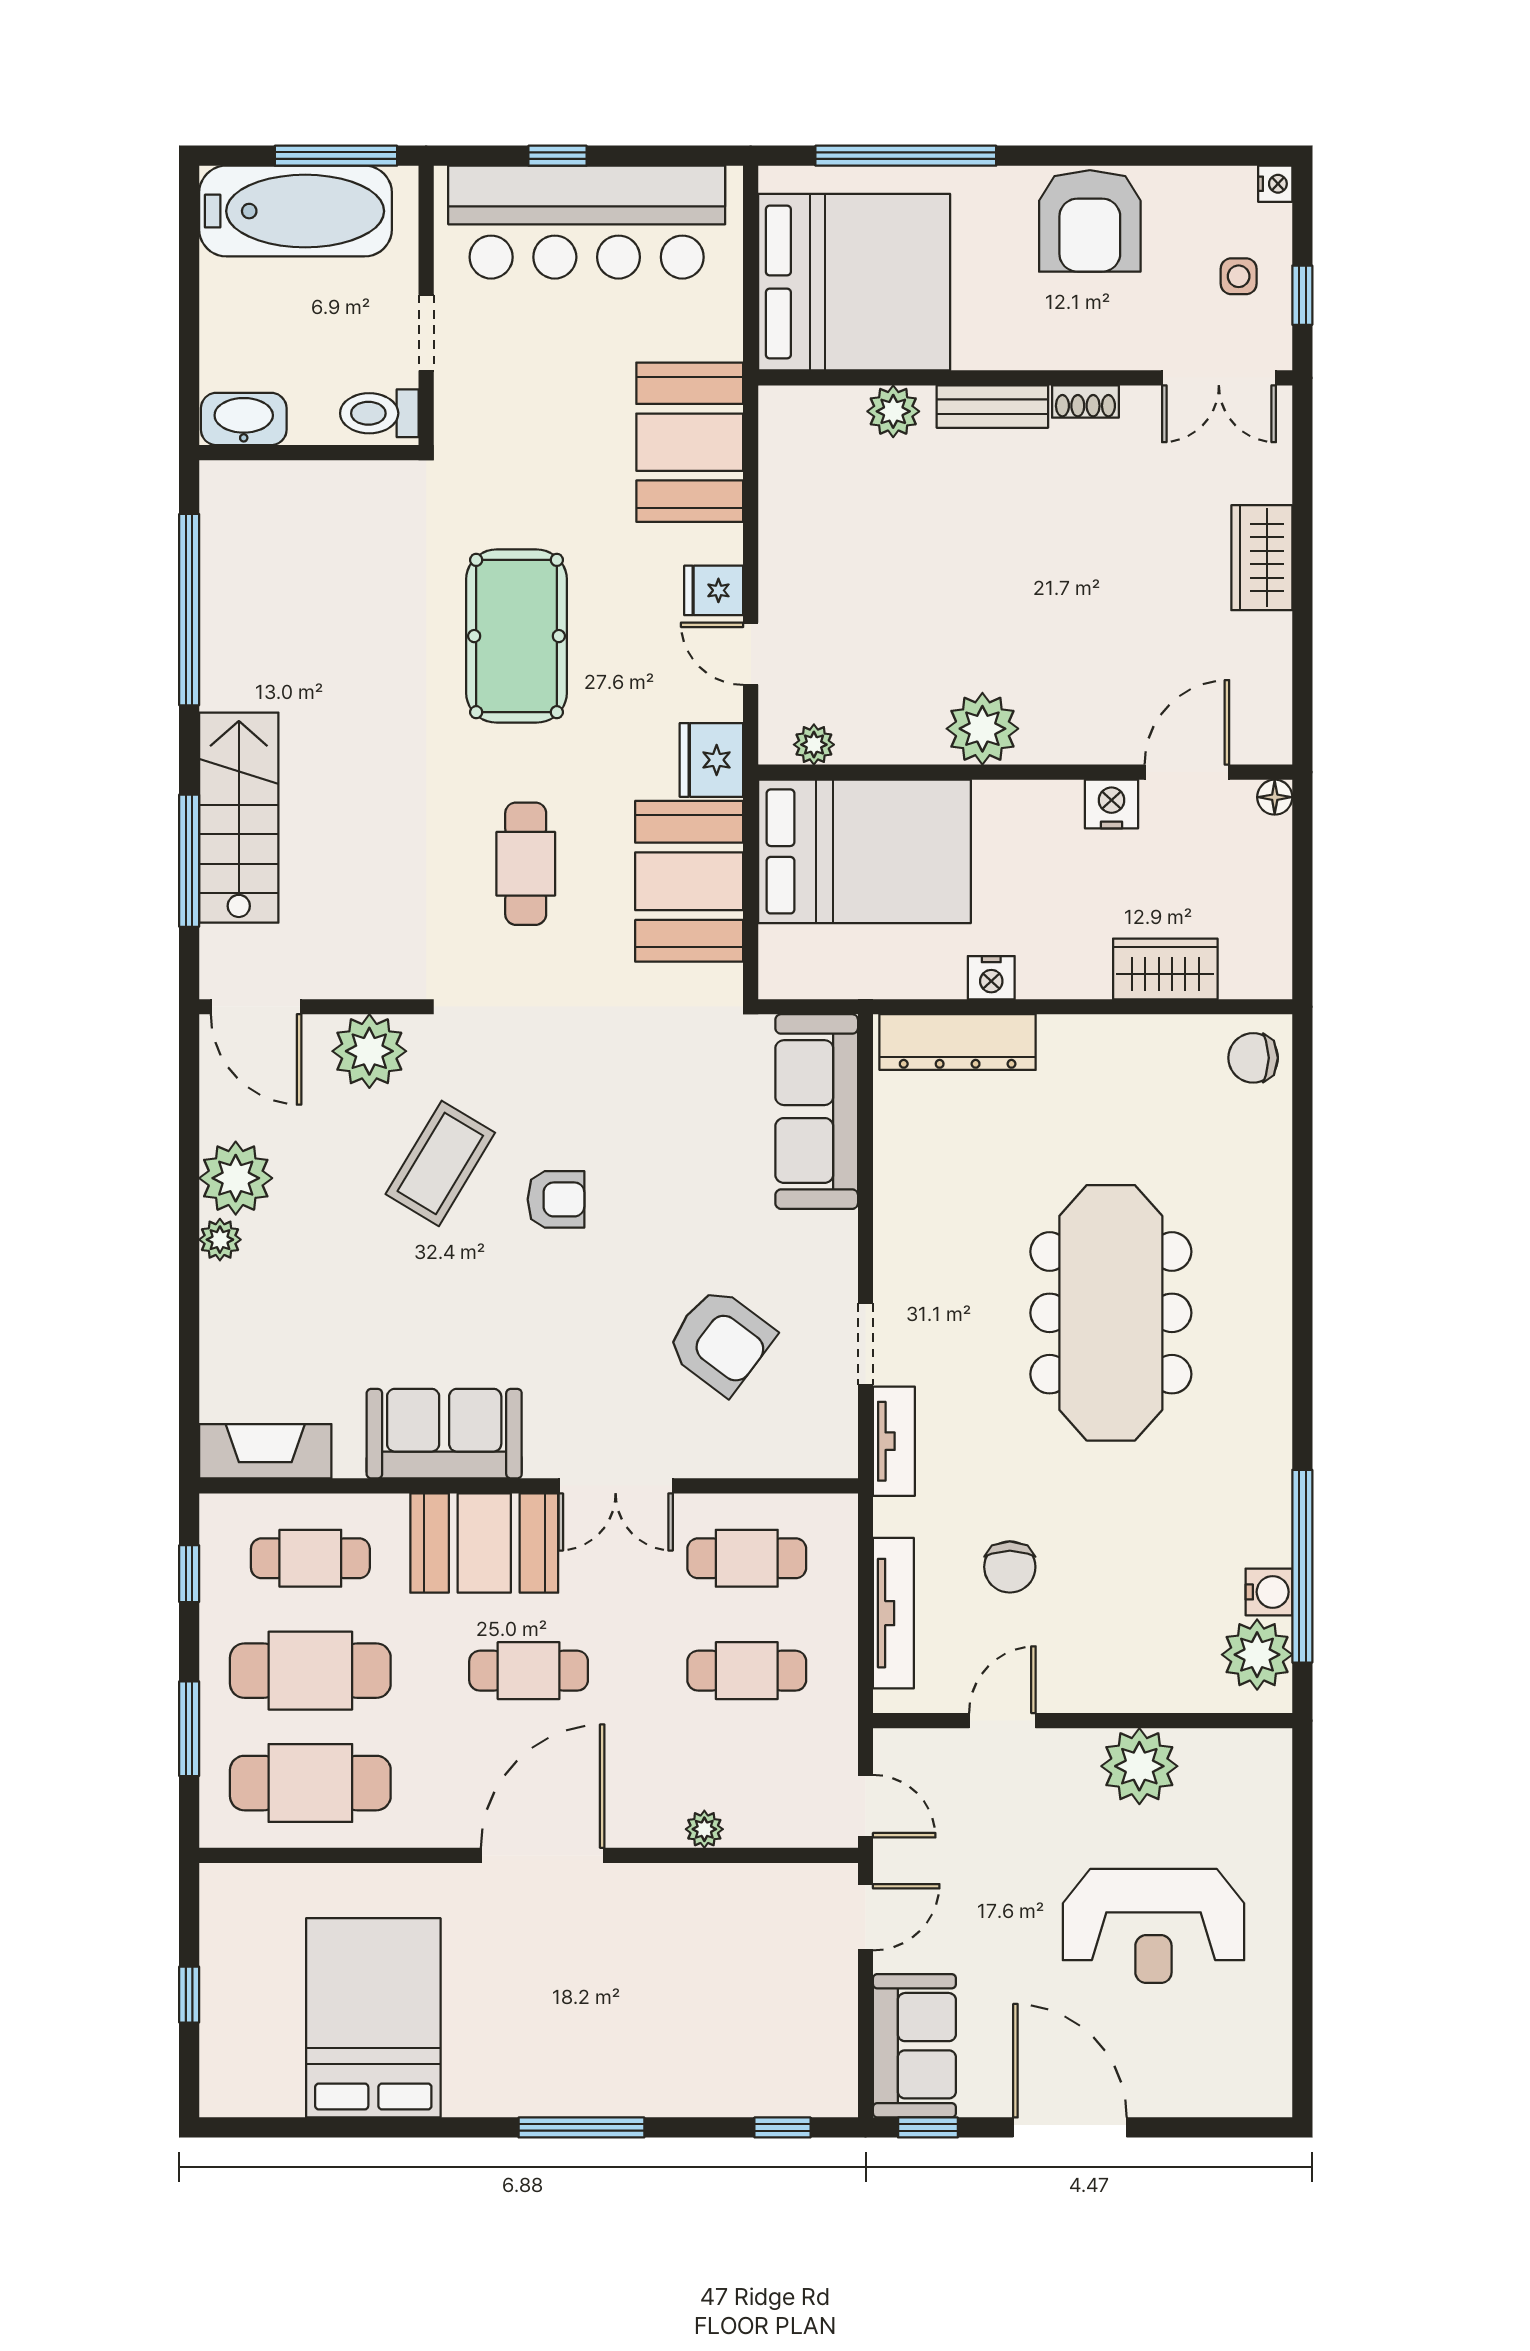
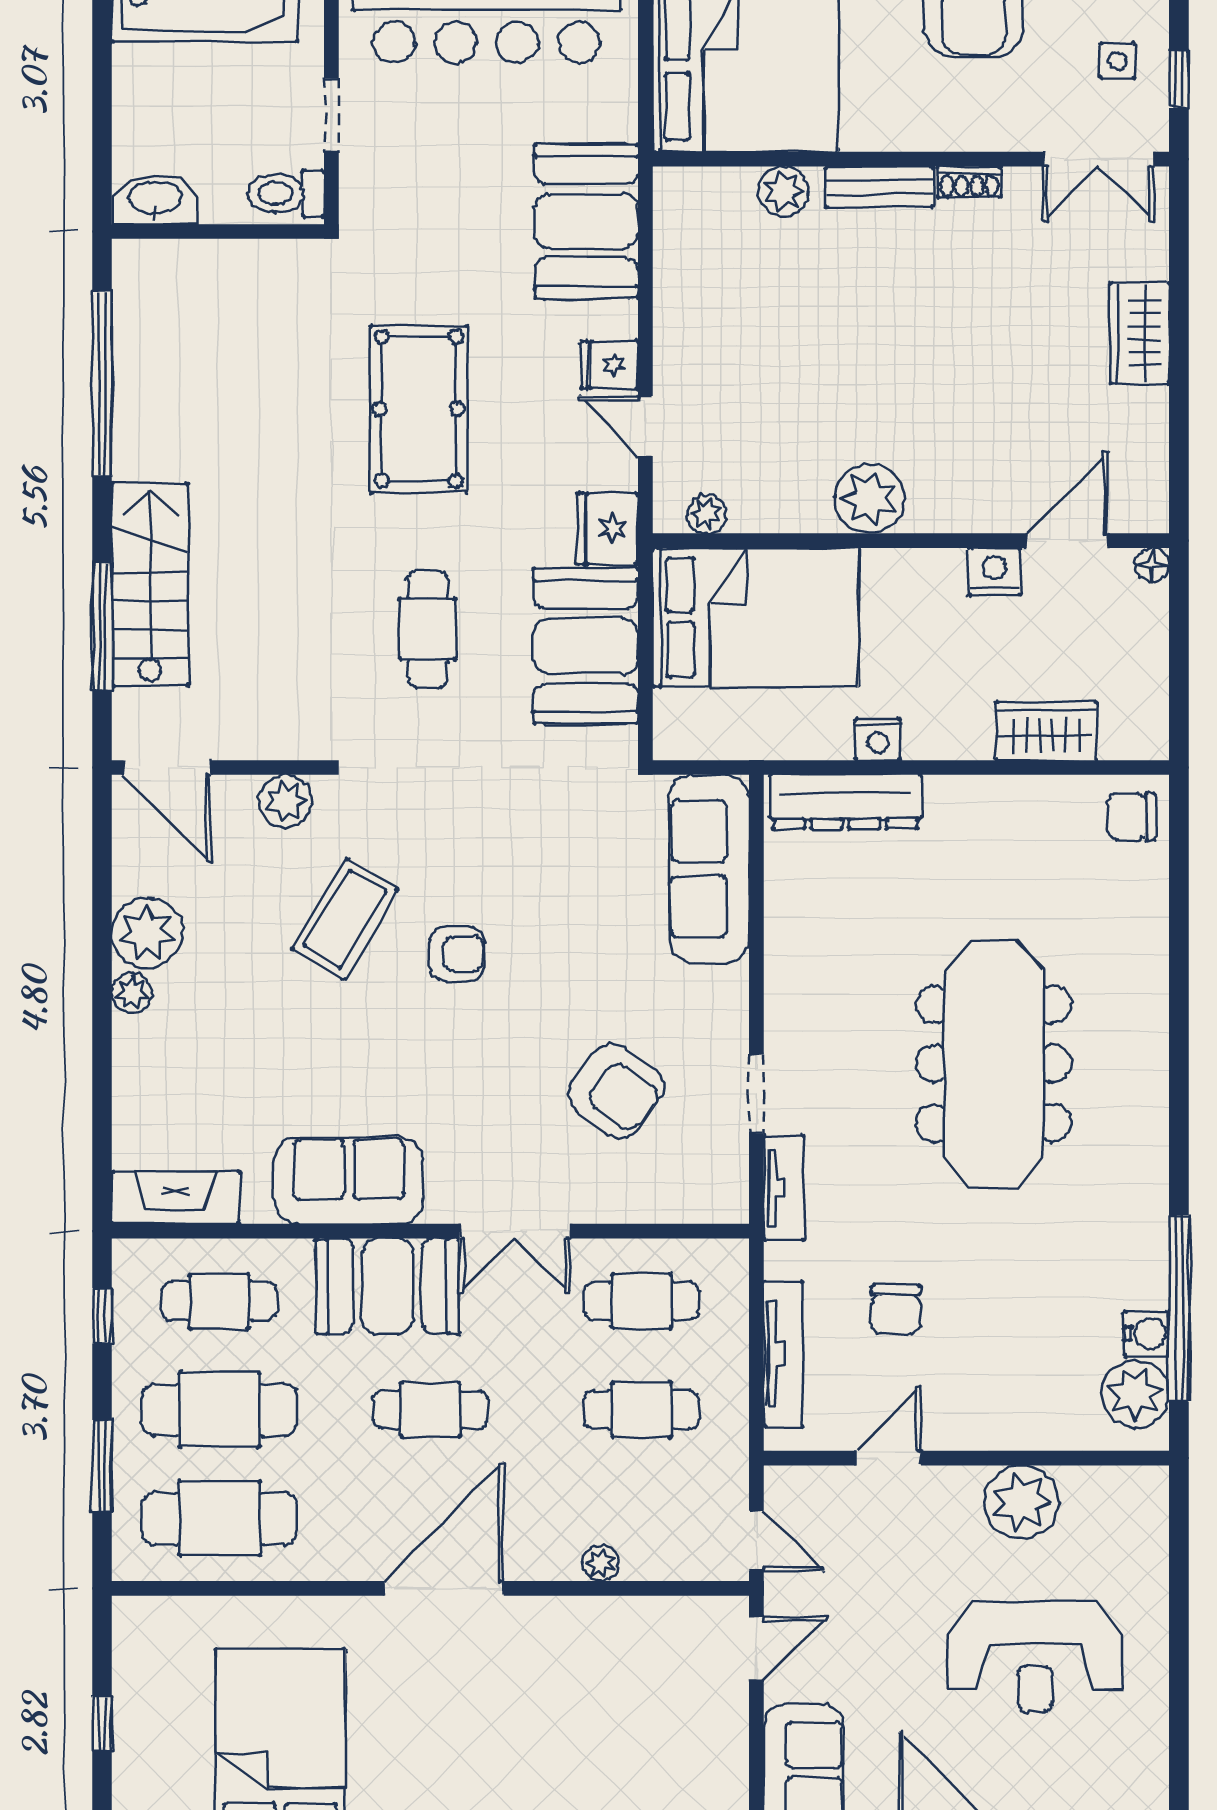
plant: (369, 1051) -> (286, 801), width x0.73, depth x0.73

